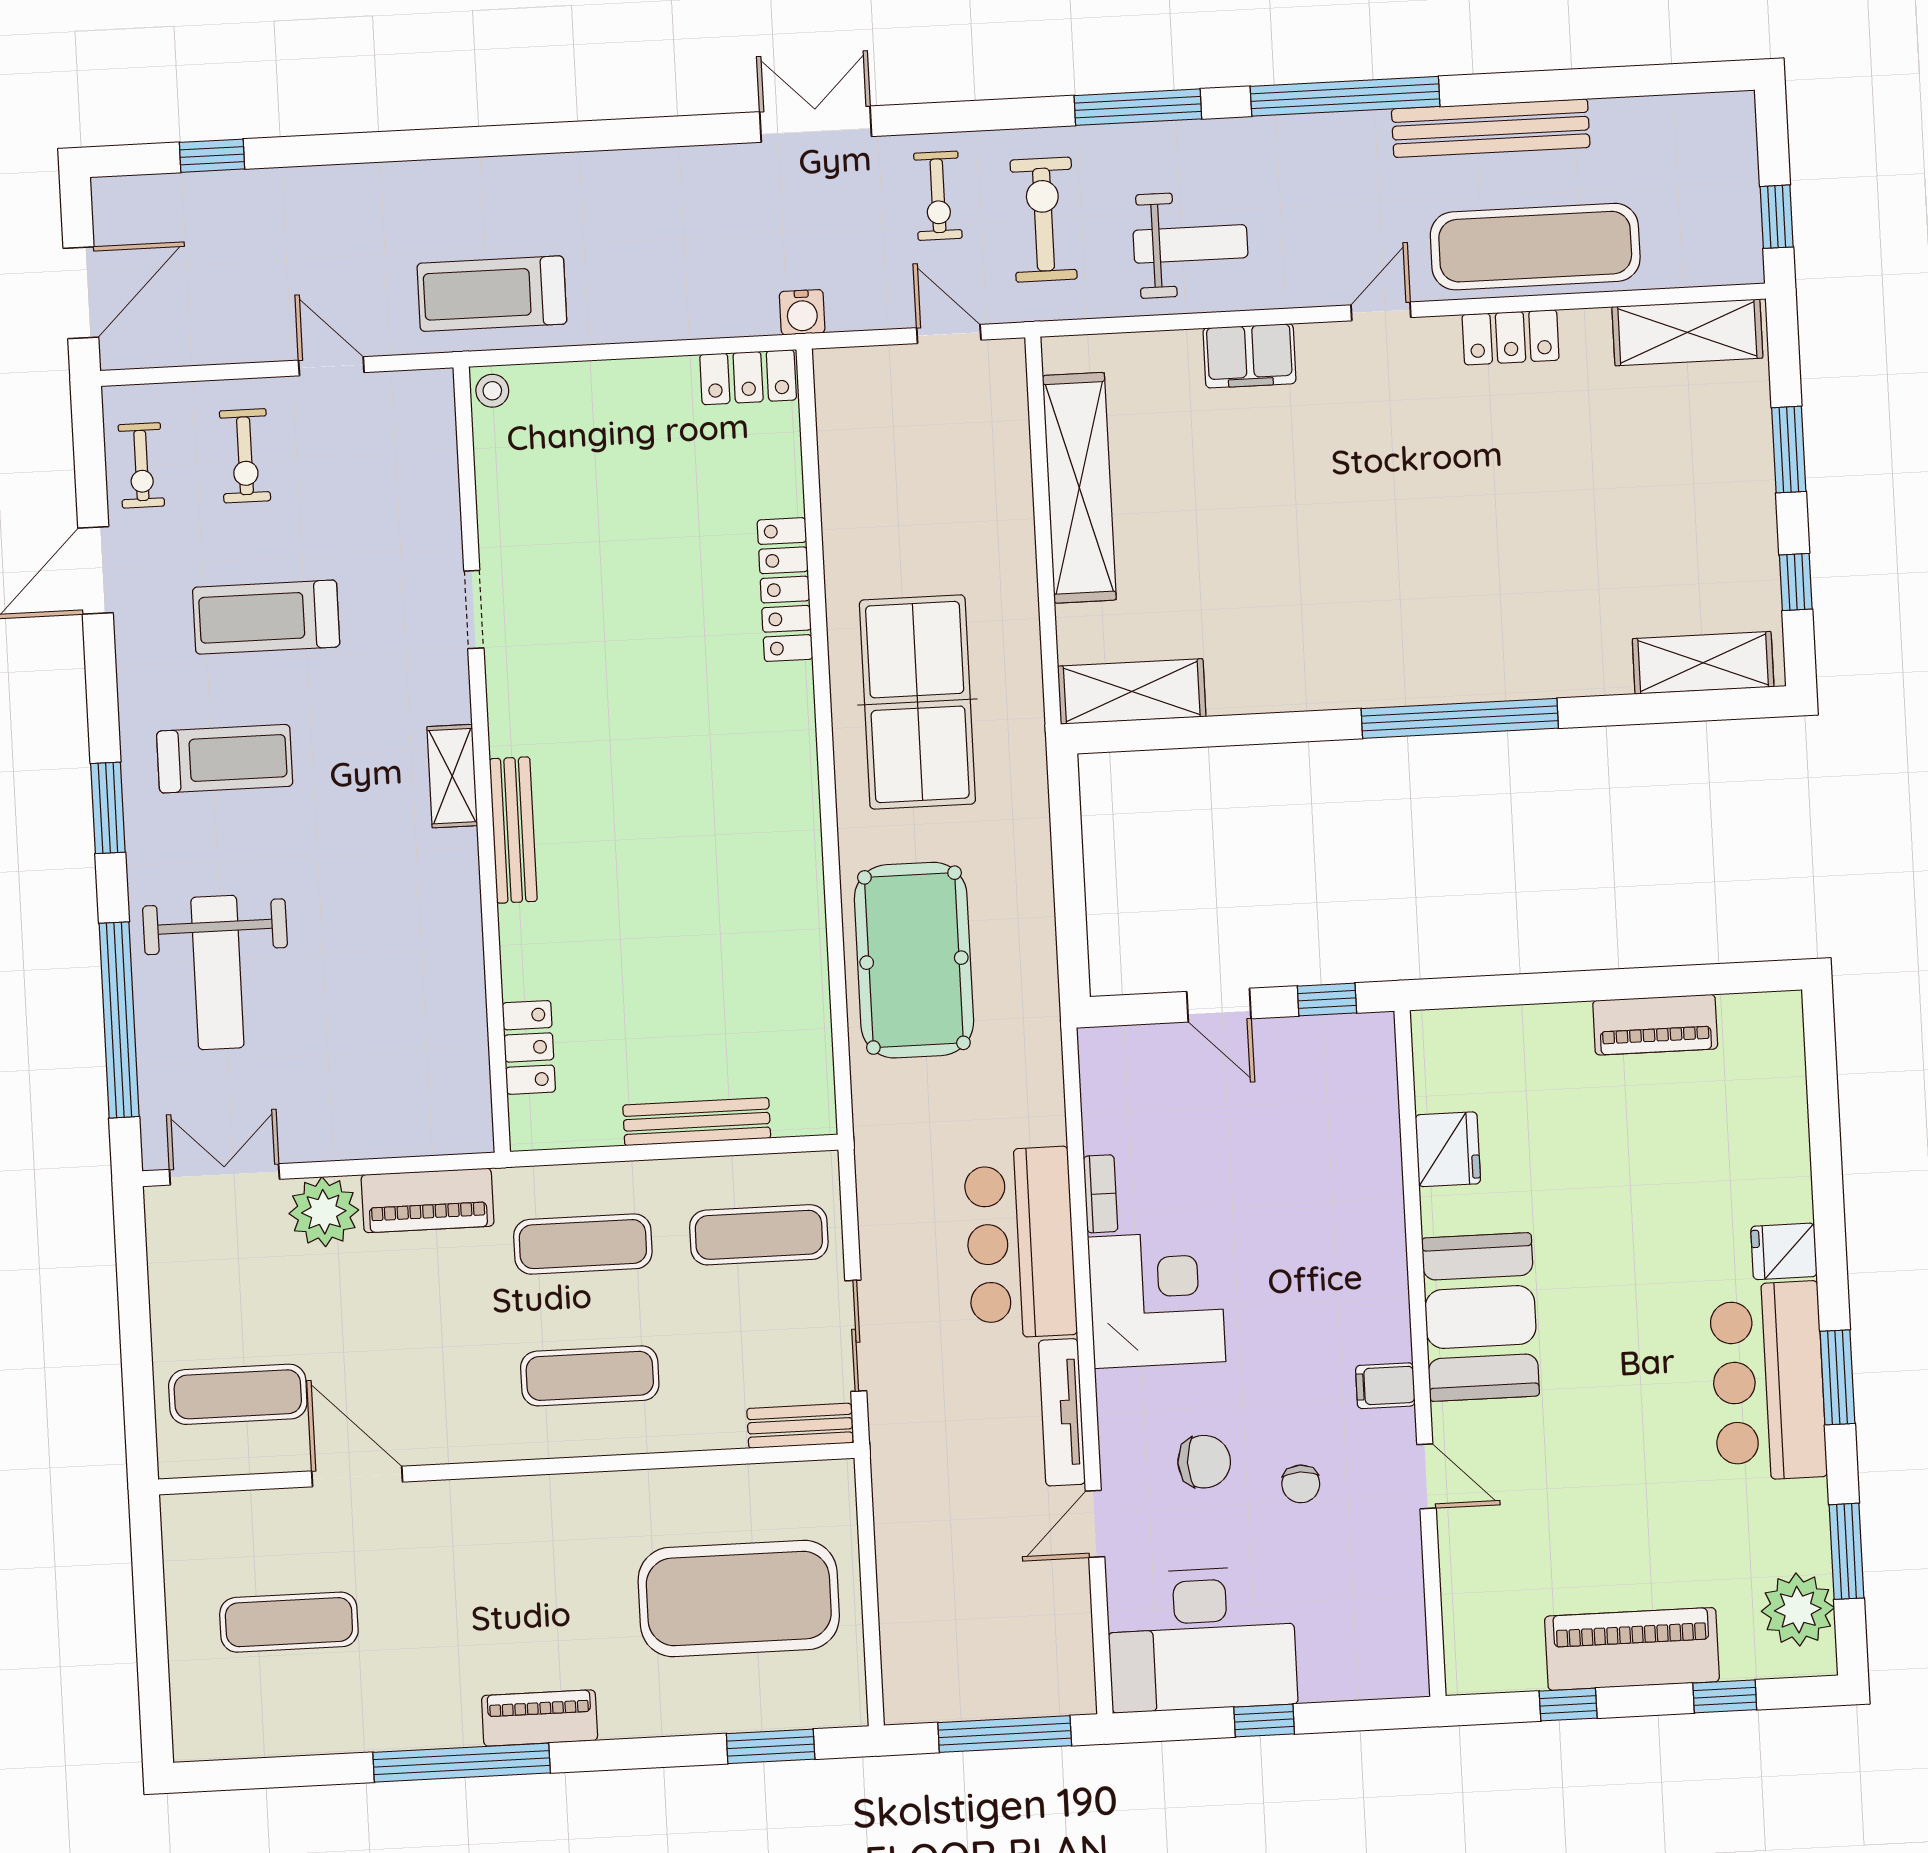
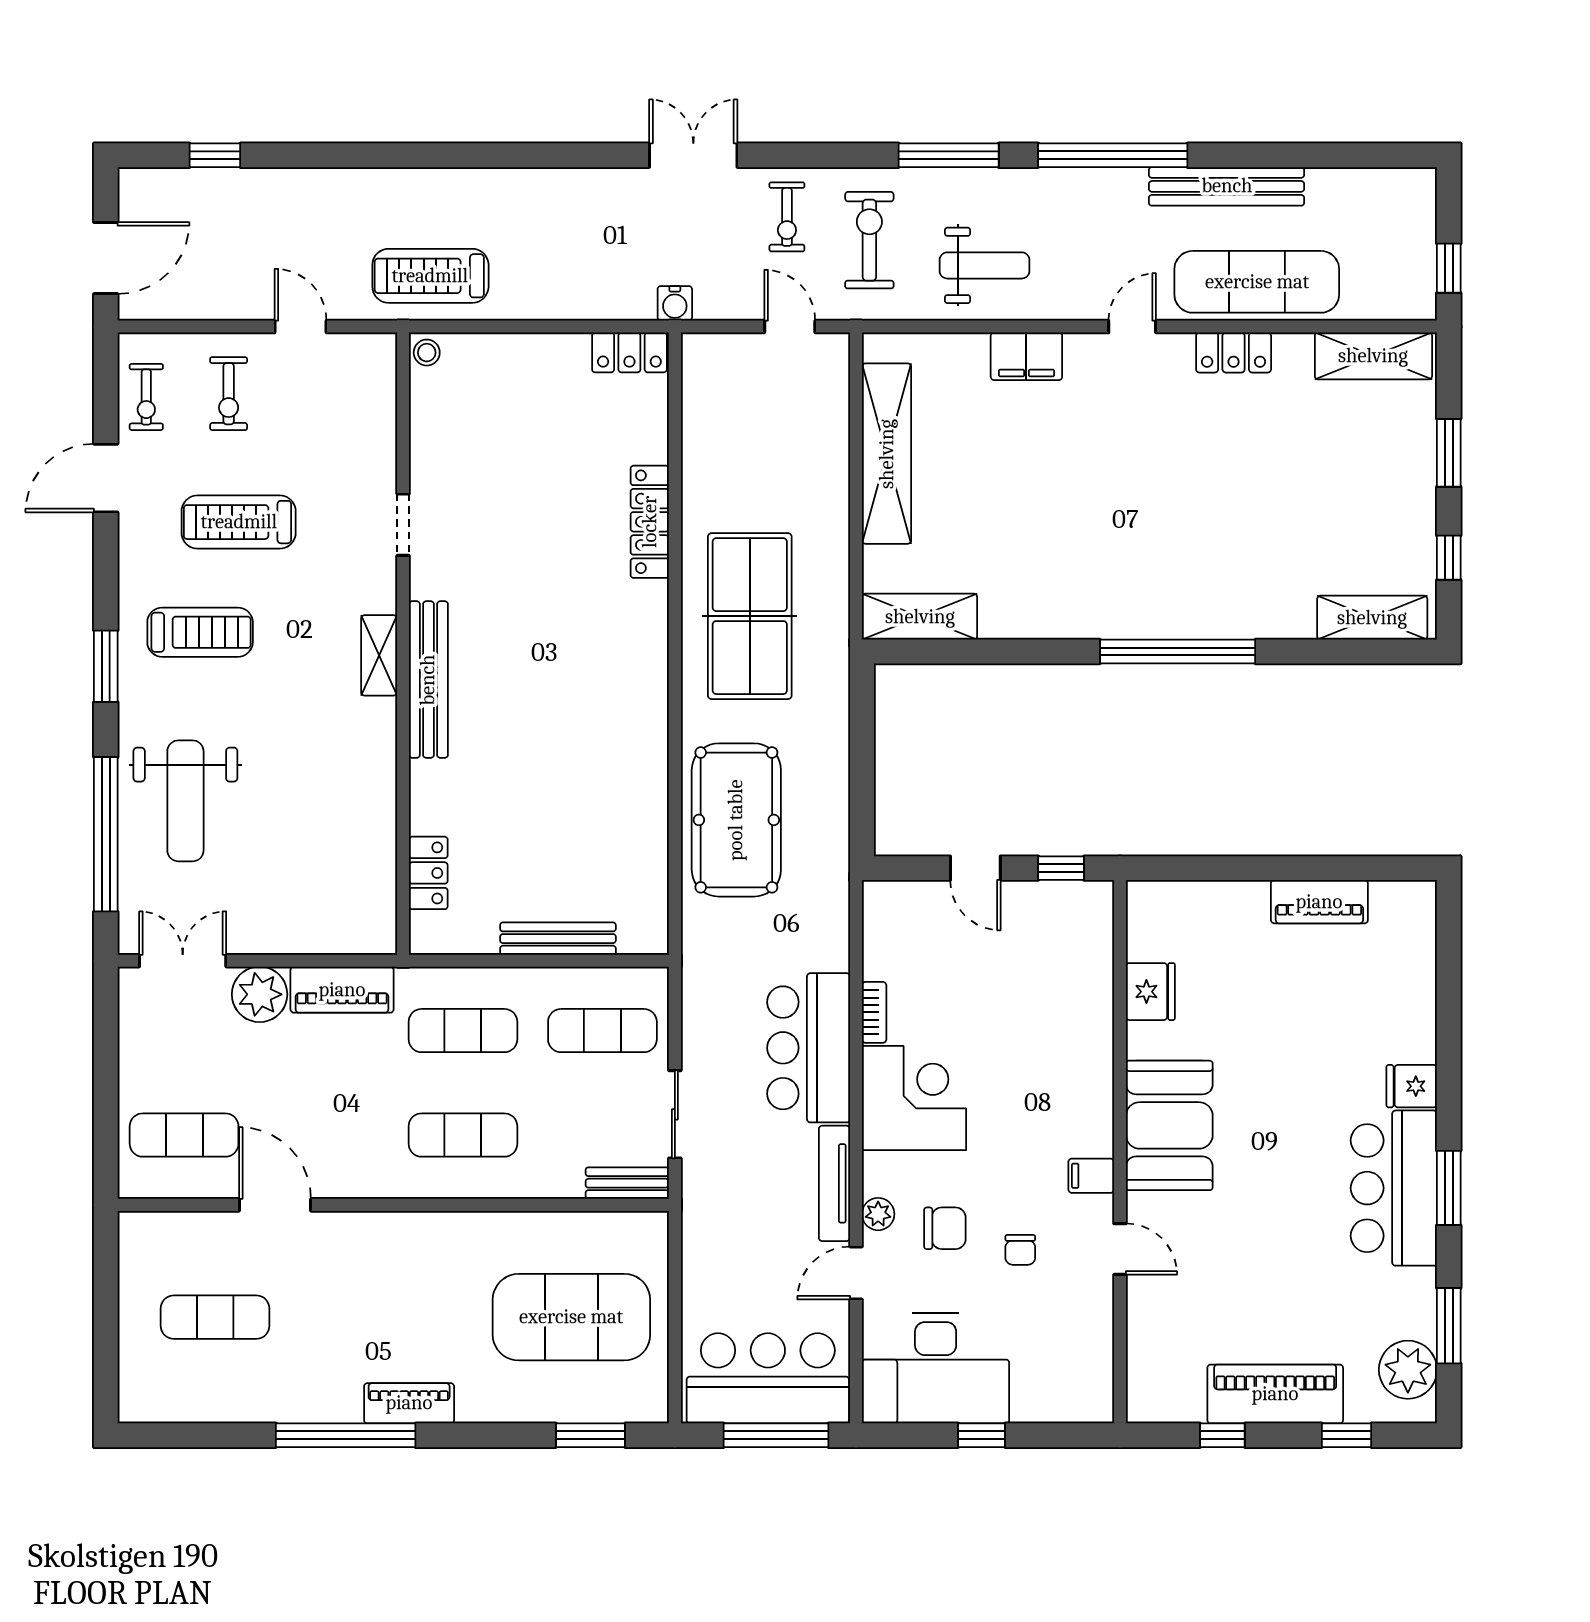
bench: (513, 830) -> (428, 680), width x1.37, depth x1.21
plant: (1119, 1448) -> (878, 1214), added
bar counter: (991, 1663) -> (768, 1378), added

